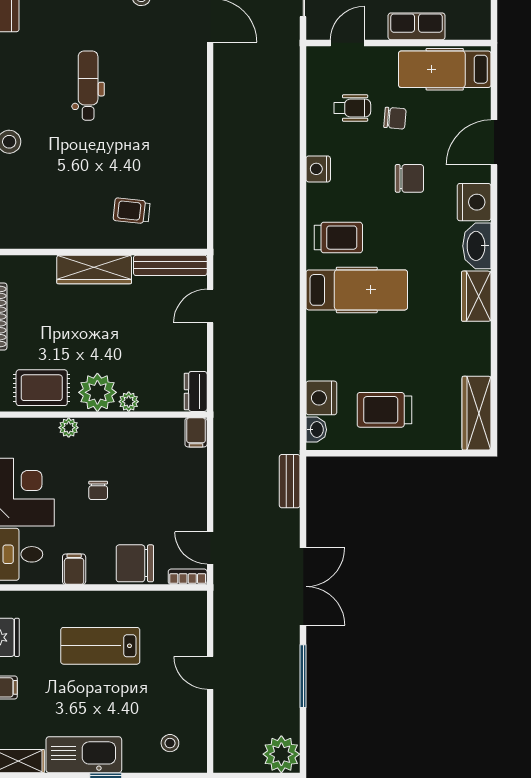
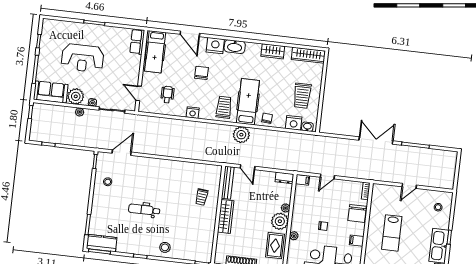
row of seats: (417, 26) -> (137, 42), moved
chair: (395, 118) -> (267, 118), moved
wardrobe: (476, 296) -> (273, 51), moved
bench: (290, 481) -> (329, 141), removed
door: (210, 548) -> (327, 176), moved
plant: (281, 754) -> (241, 135), moved

